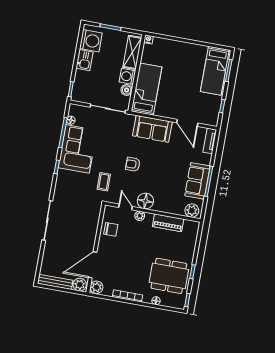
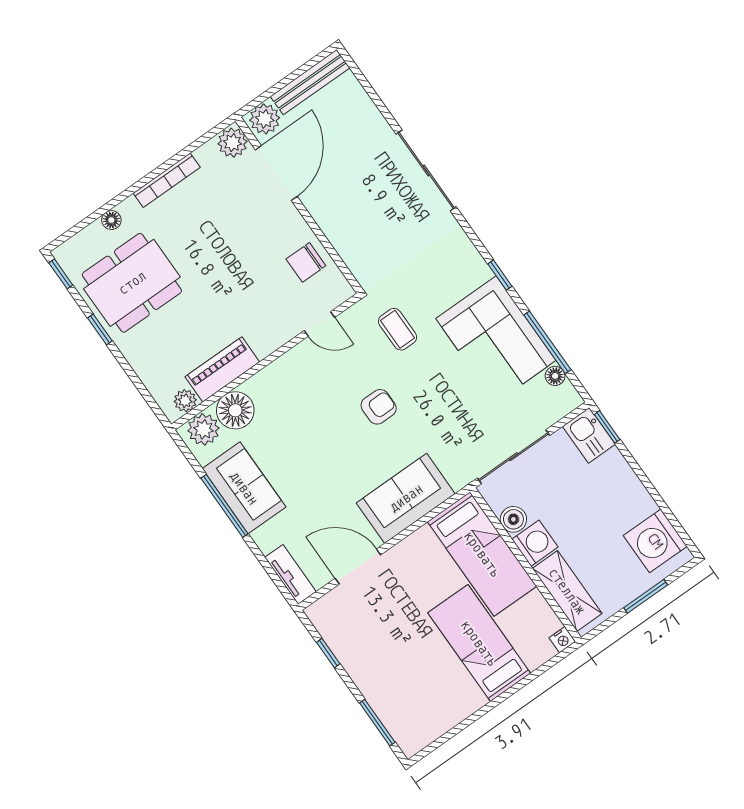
kitchen sink: (85, 60) -> (589, 435), moved
bed: (215, 71) -> (479, 643), moved
floor lamp: (145, 201) -> (235, 410), moved
plant: (140, 216) -> (185, 401), moved

